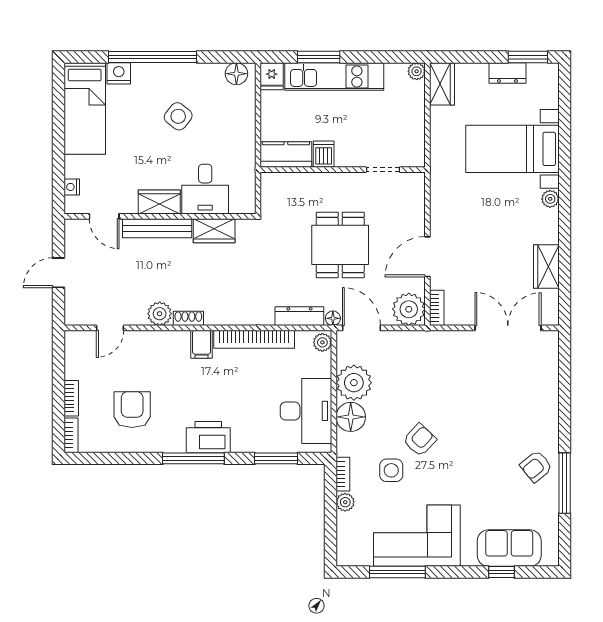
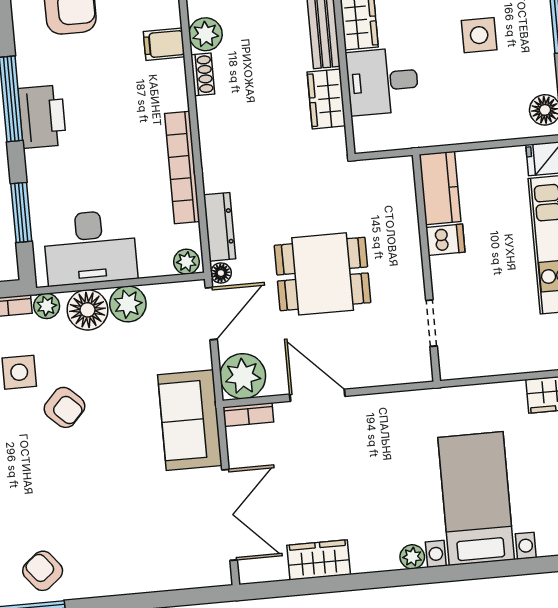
side table: (178, 116) -> (479, 35), turned -38
filing cabinet: (202, 344) -> (164, 44), moved
sofa: (437, 350) -> (190, 420), added
plant: (354, 383) -> (128, 304), width x0.73, depth x0.73
plant: (345, 446) -> (47, 306), added

